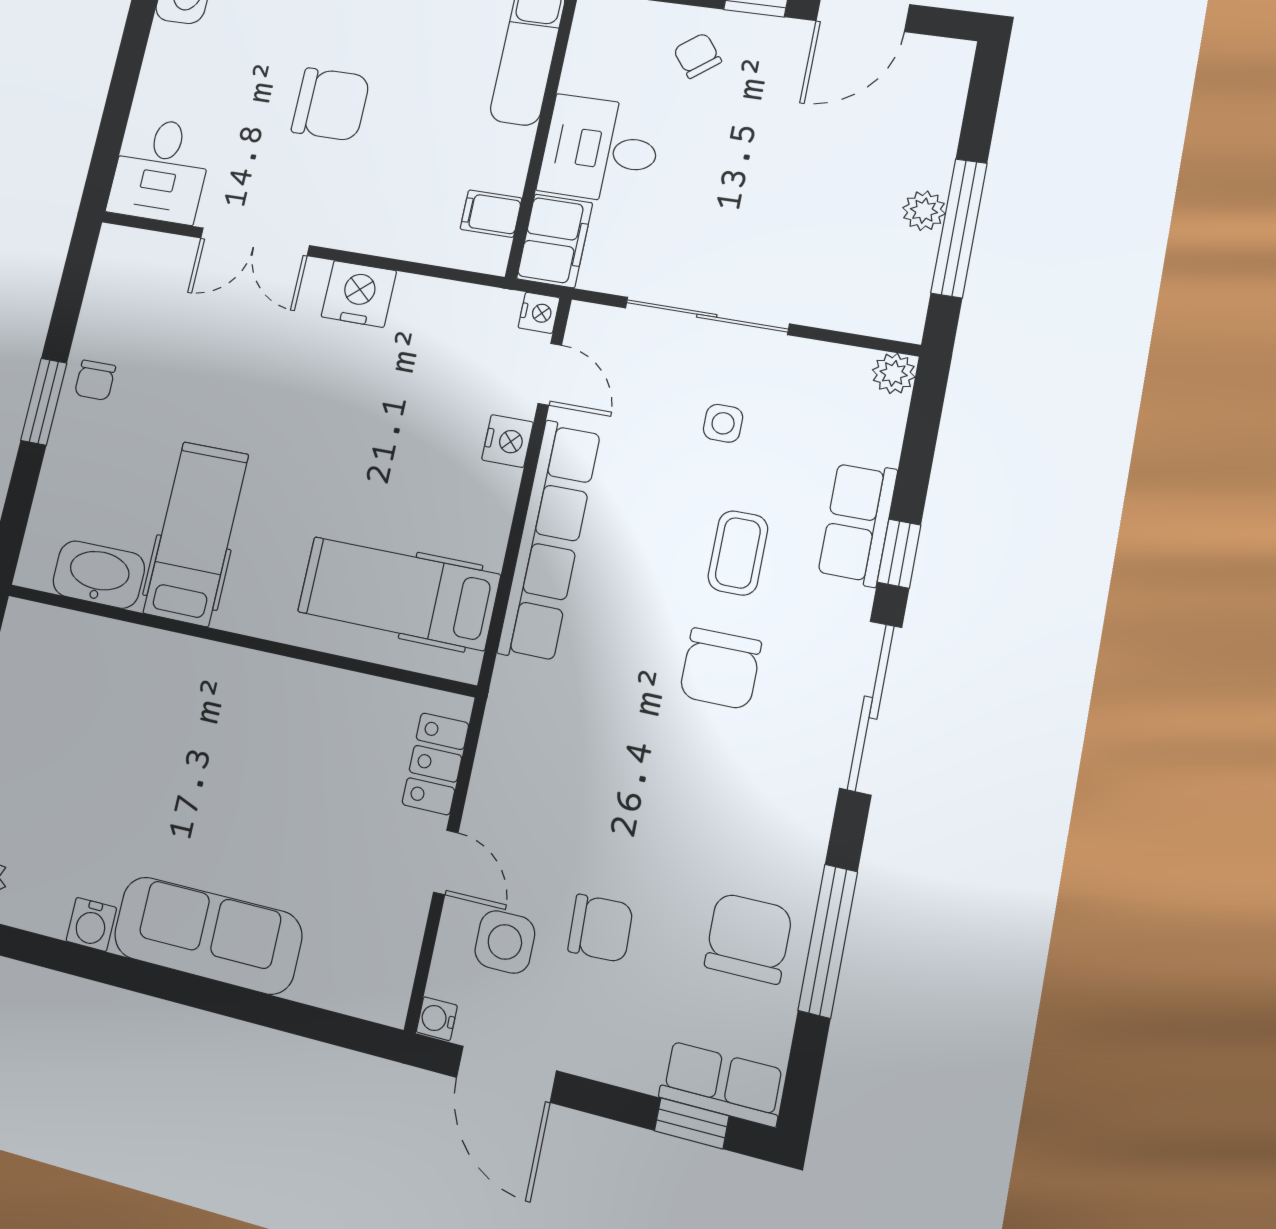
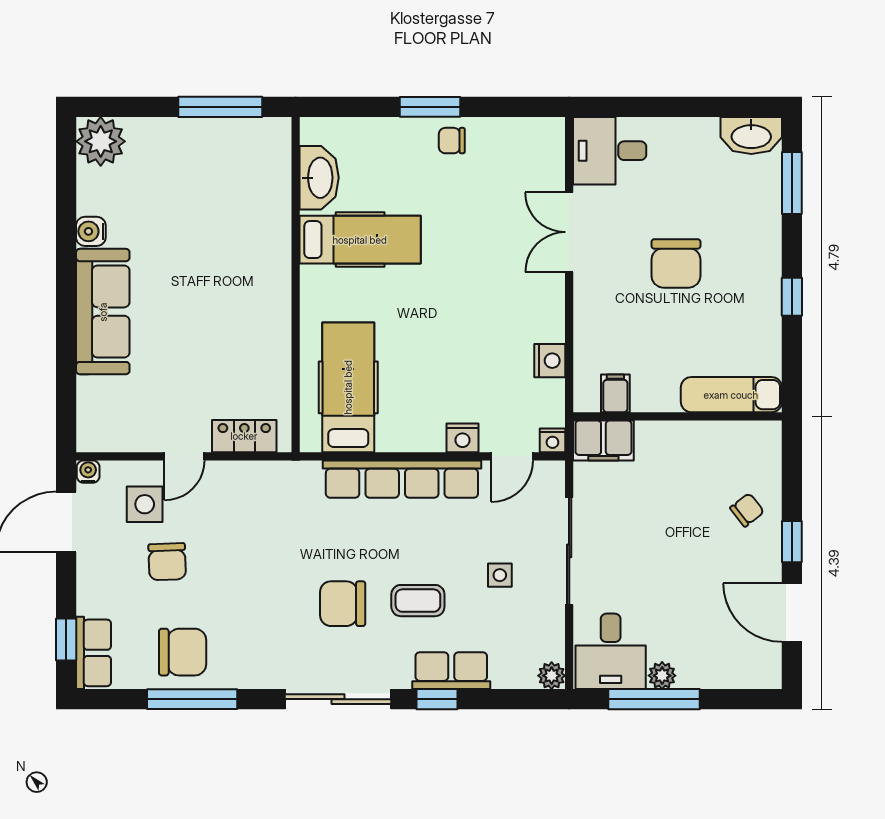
desk: (600, 150) -> (611, 651), moved, turned 180
nightstand: (359, 294) -> (550, 361), moved, width x0.74, depth x0.75

